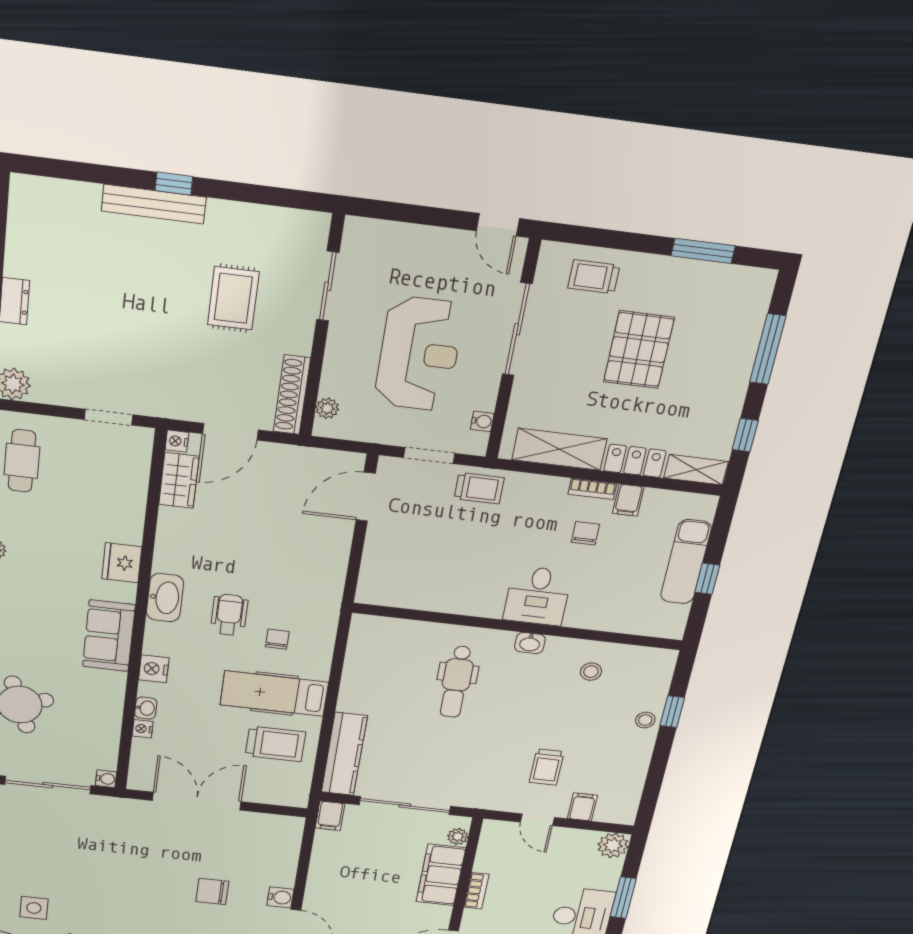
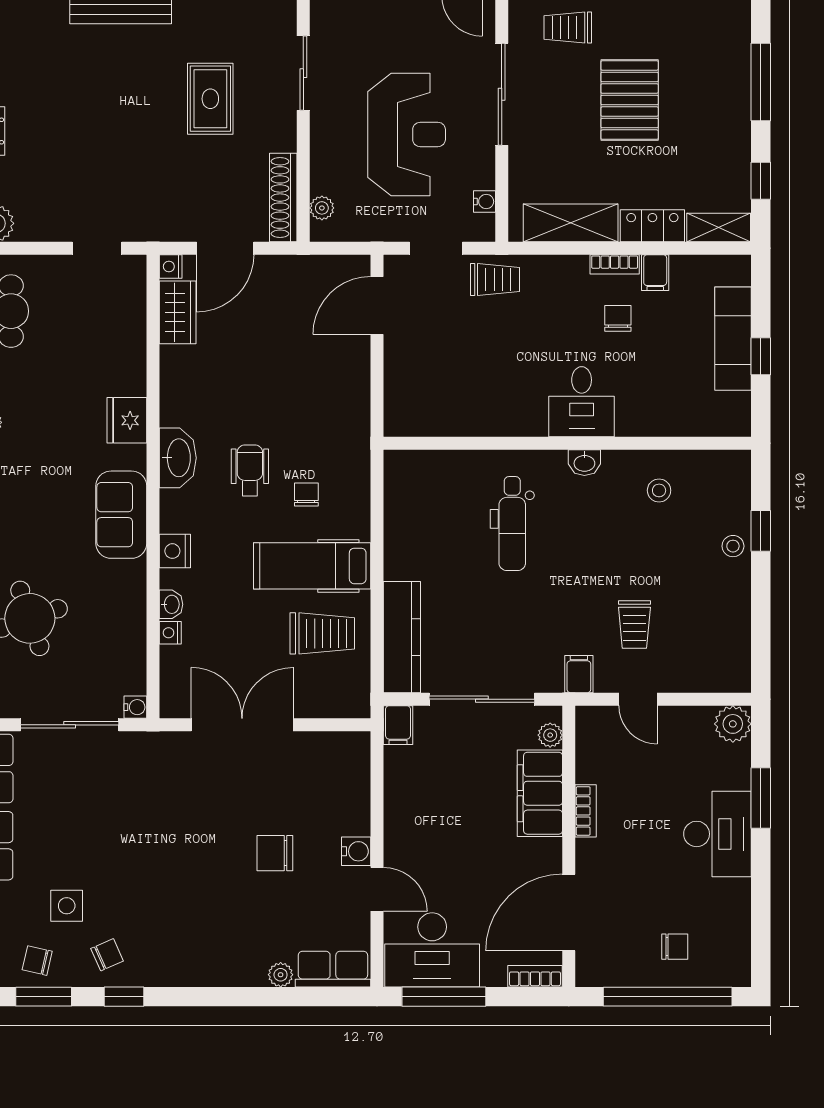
filing cabinet: (582, 807) -> (579, 674), moved

